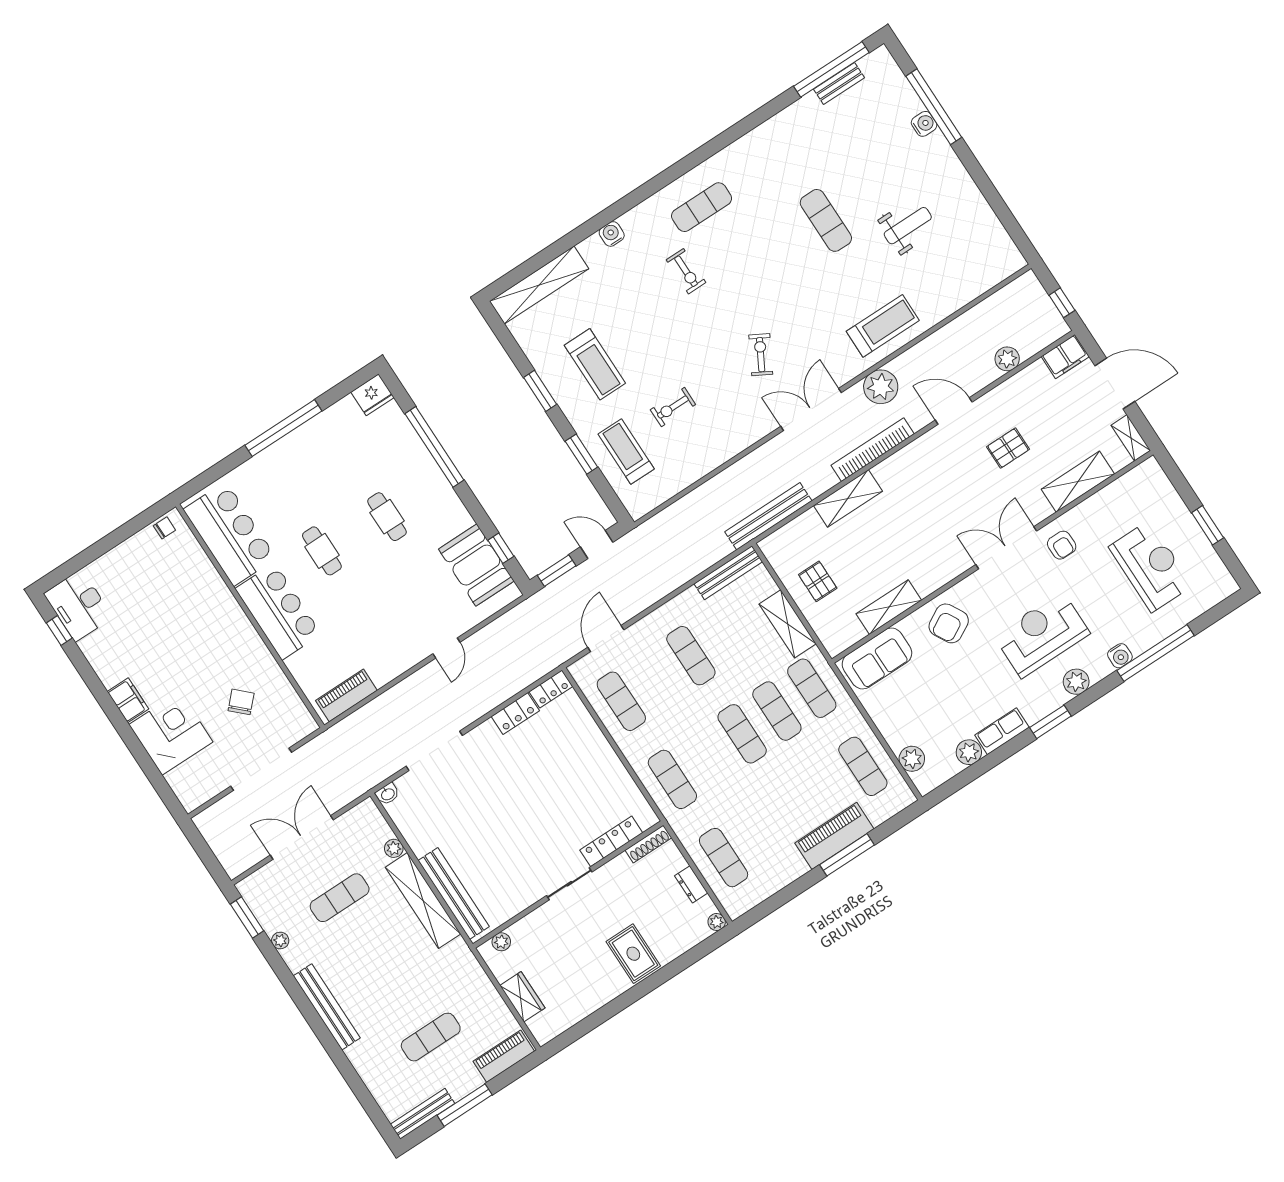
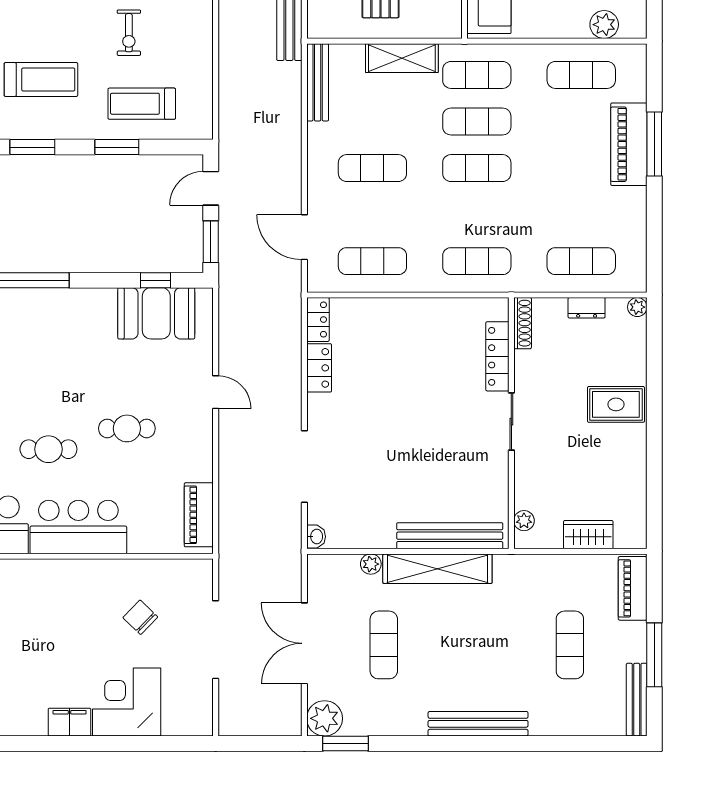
cafe table: (387, 517) -> (127, 428), moved
plant: (280, 940) -> (325, 718), moved, width x1.88, depth x1.88

